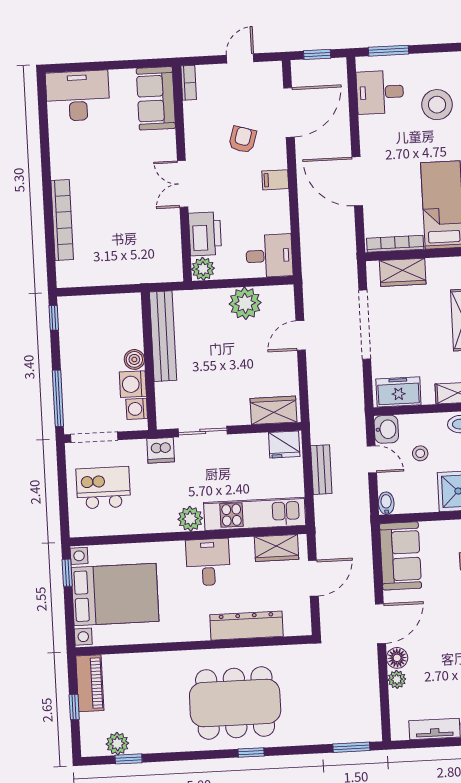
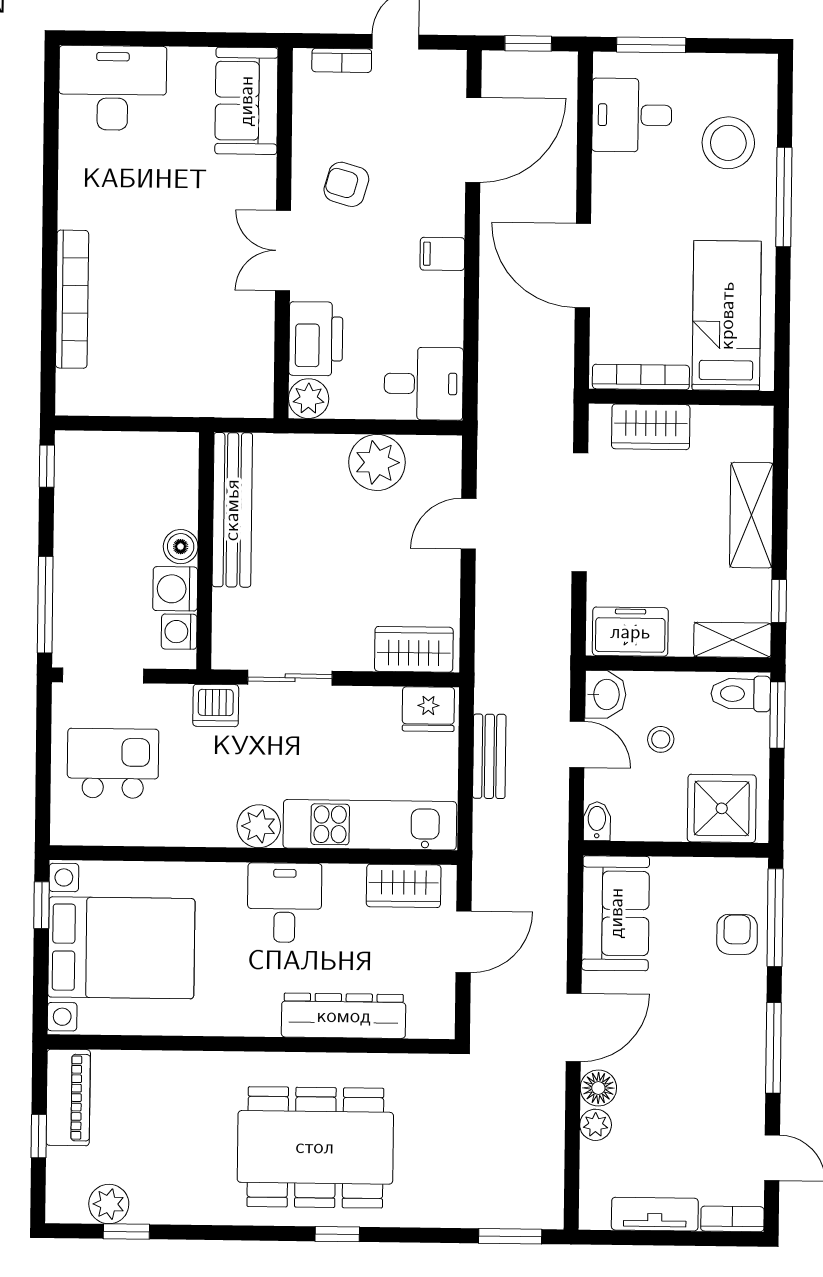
bookcase: (189, 83) -> (342, 60), moved, turned 90
armchair: (242, 140) -> (346, 184), moved, turned -91

